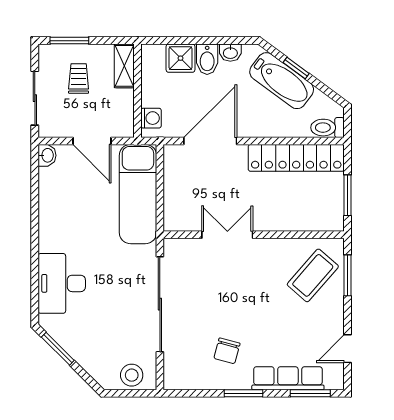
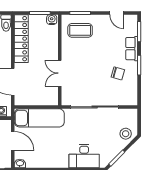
door: (92, 141) -> (13, 141), hinge flipped
water cooler: (334, 219) -> (52, 20), added
coffee table: (313, 275) -> (80, 30), turned -41
stool: (132, 375) -> (126, 134), moved
row of seats: (288, 378) -> (132, 49), width x0.68

